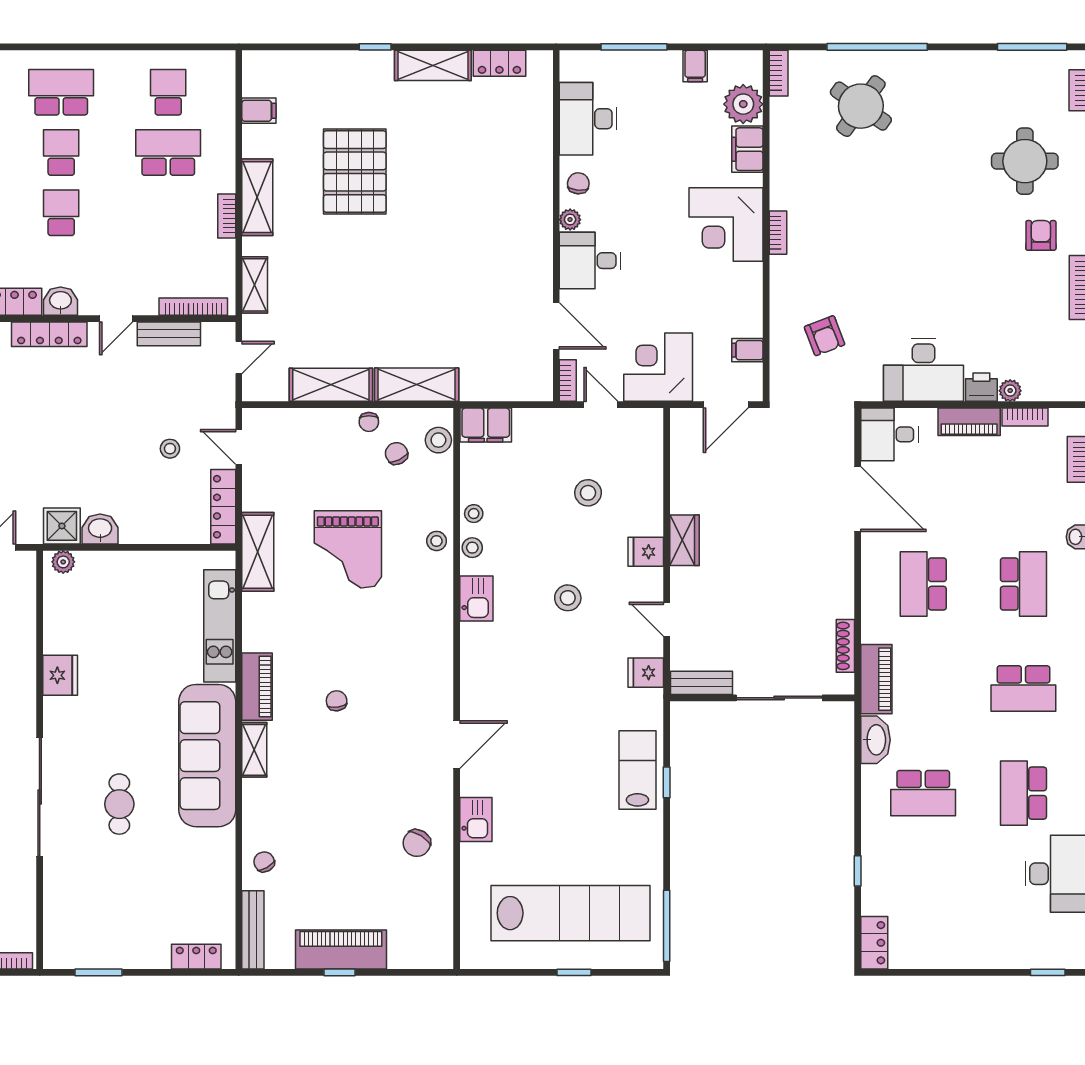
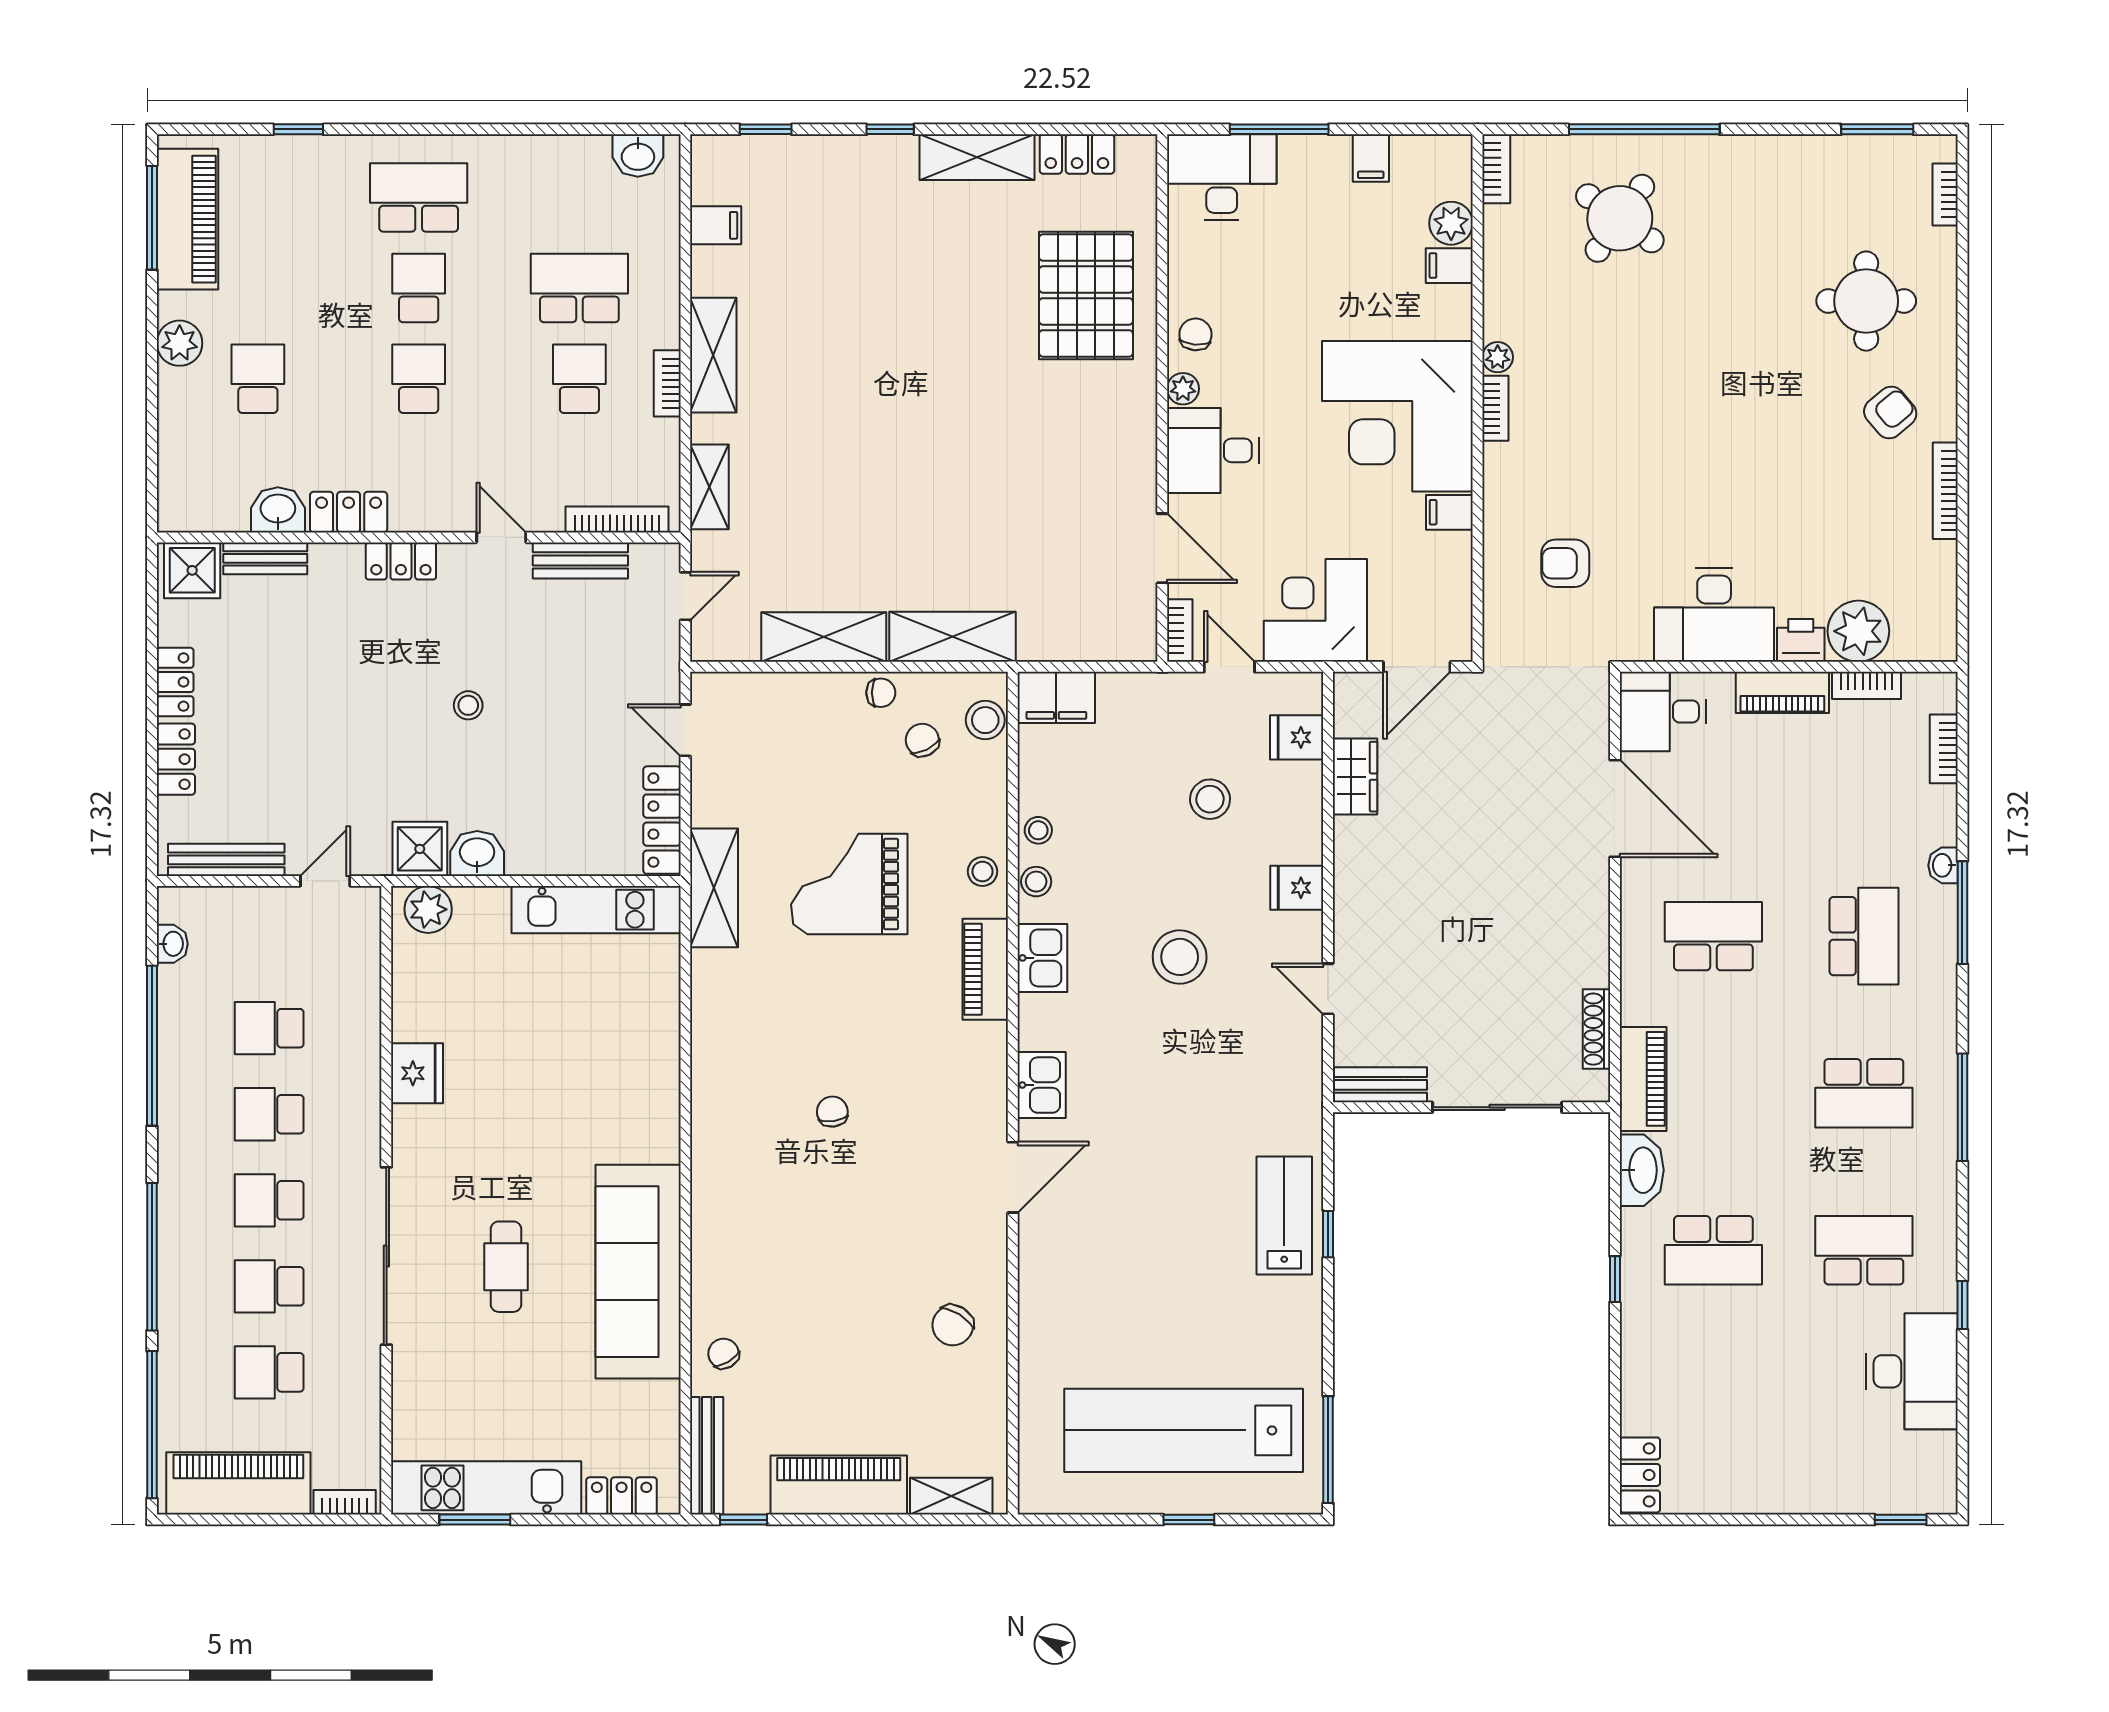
window: (292, 47) -> (766, 129), added
window: (1032, 47) -> (1877, 129), width x0.69
school desk: (168, 92) -> (579, 379), moved
plant: (743, 104) -> (1451, 223), width x0.73, depth x0.73
desk: (588, 119) -> (1222, 177), moved, turned 90
filing cabinet: (747, 149) -> (1449, 266), width x0.50
pallet: (355, 172) -> (1086, 295), moved
plant: (780, 198) -> (1498, 357), added
corner desk: (726, 225) -> (1397, 416), width x1.36, depth x1.36
armchair: (1041, 235) -> (1890, 413), turned 50
washbasin: (60, 301) -> (638, 155), moved, turned 180
door: (116, 319) -> (501, 537), swing flipped
locker: (49, 334) -> (401, 561), width x0.66
armchair: (825, 336) -> (1565, 563), turned 111
filing cabinet: (747, 350) -> (1449, 512), moved
plant: (1010, 391) -> (1858, 631), width x1.87, depth x1.87
chair: (369, 422) -> (881, 693), turned -90
stool: (170, 449) -> (468, 705), moved
wardrobe: (685, 540) -> (1355, 777), moved
grand piano: (348, 549) -> (849, 884), turned 90
plant: (63, 562) -> (428, 909), width x1.38, depth x1.38
school desk: (923, 584) -> (1713, 936), turned 90
stool: (568, 598) -> (1180, 957), width x1.38, depth x1.38
kitchen unit: (220, 626) -> (596, 910), moved, turned -90
fridge: (646, 673) -> (1297, 737), moved
piano: (257, 687) -> (985, 969), moved, turned 180
shelving: (254, 750) -> (951, 1496), moved, turned 90
sofa: (207, 756) -> (638, 1272), moved
school desk: (1023, 793) -> (1864, 1250), turned 90
kitchen sink: (476, 819) -> (1042, 1085), moved
window: (858, 871) -> (1615, 1279), moved
lab bench: (570, 913) -> (1184, 1430), turned 180
kitchen unit: (106, 951) -> (486, 1488), added
window: (340, 972) -> (743, 1520), moved

